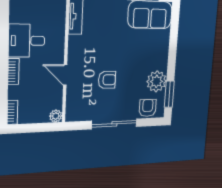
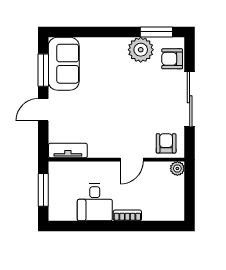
armchair: (107, 80) -> (166, 143), moved
bookcase: (12, 112) -> (171, 216), removed

